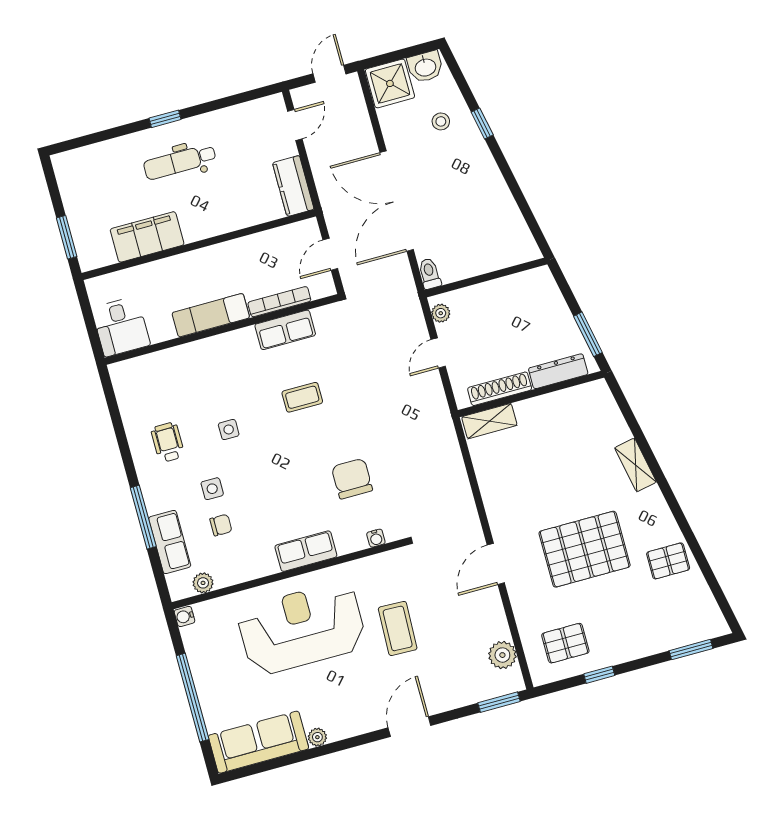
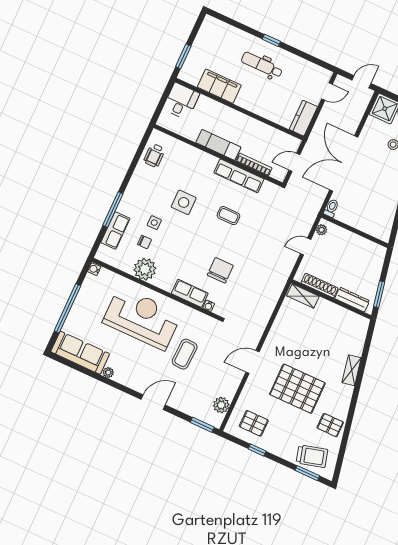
desk: (121, 326) -> (181, 101), moved, turned 180
row of seats: (285, 330) -> (239, 176), width x1.48
side table: (229, 430) -> (184, 202), width x1.87, depth x1.87
wheelchair: (168, 442) -> (154, 155), moved, turned 180
row of seats: (306, 551) -> (190, 293), moved
plant: (203, 583) -> (145, 269), moved, width x1.88, depth x1.88
trolley: (678, 622) -> (312, 456), added

